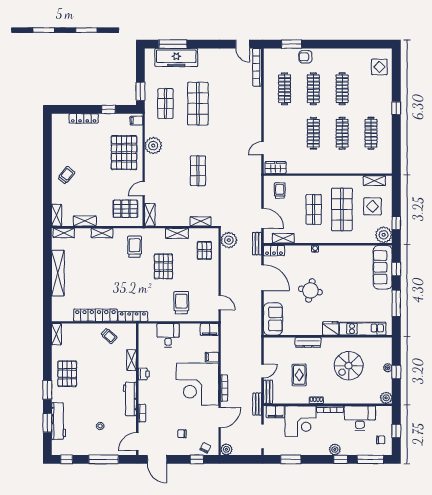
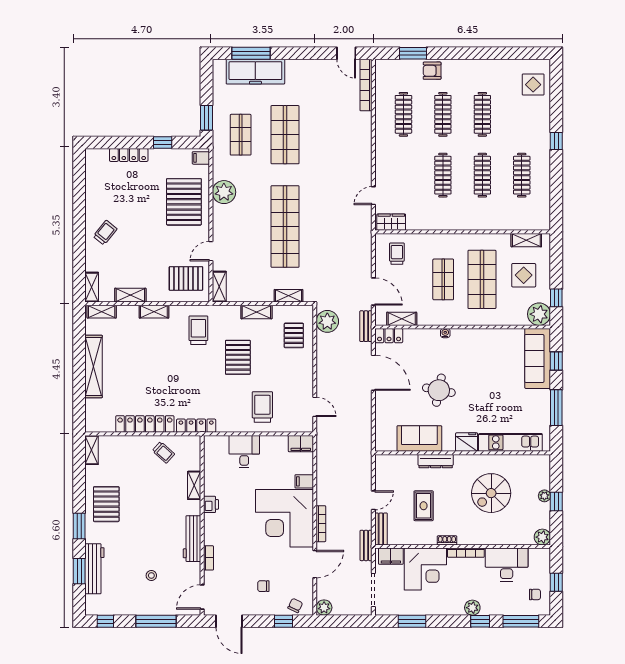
shop shelf: (198, 171) -> (285, 227), width x2.00, depth x1.36
sofa: (273, 319) -> (419, 438), moved, turned -90

